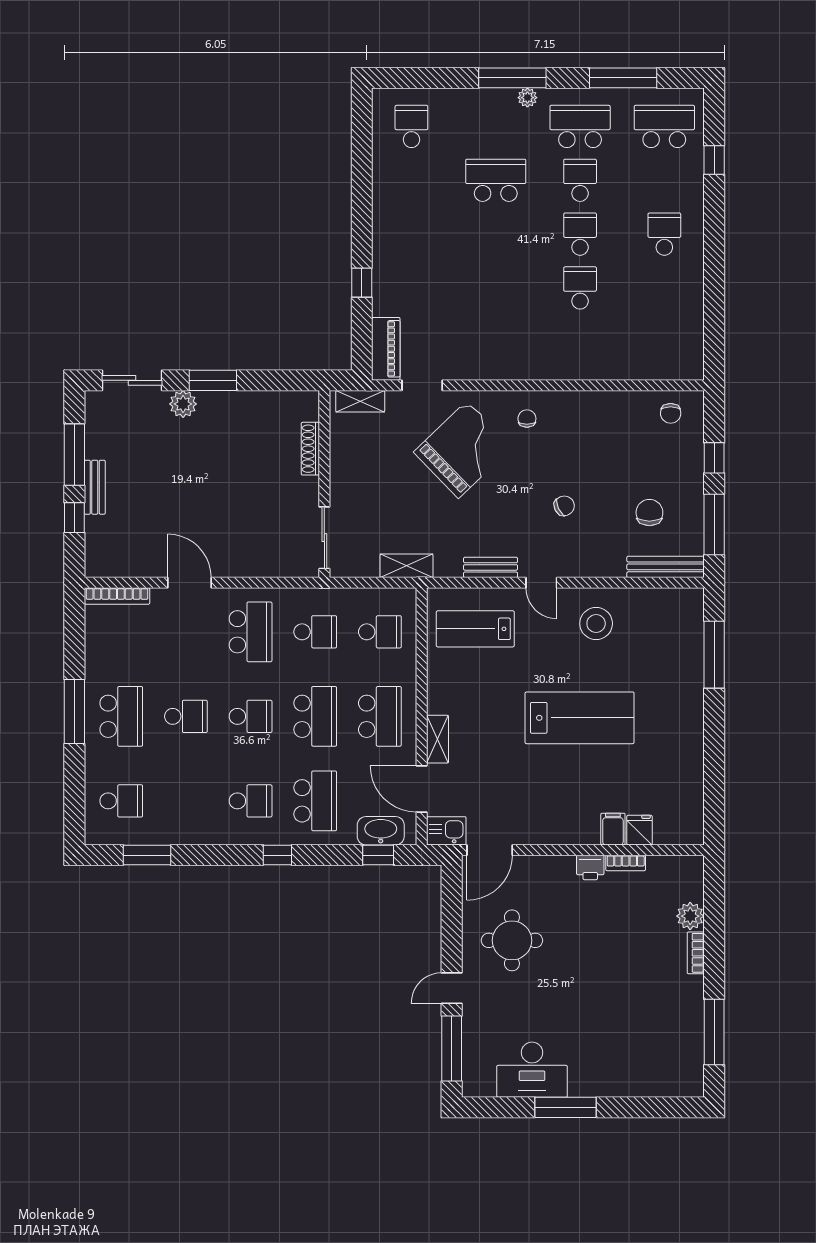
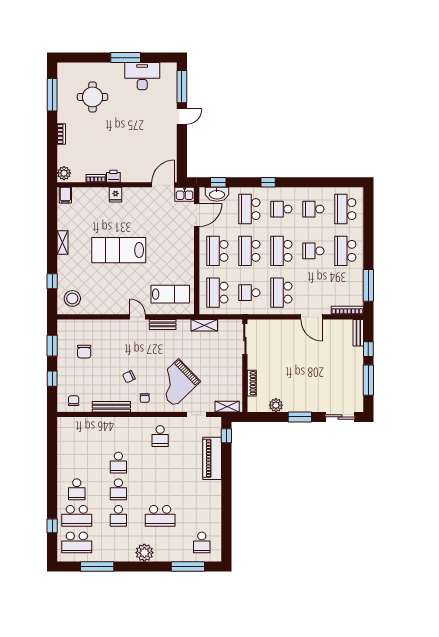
window: (512, 78) -> (188, 566), moved
plant: (527, 98) -> (144, 553), width x1.87, depth x1.87
school desk: (580, 126) -> (77, 516), moved
window: (362, 283) -> (226, 436), moved
school desk: (496, 342) -> (160, 436), added
piano: (386, 349) -> (212, 458), moved, width x1.37, depth x1.33
plant: (183, 404) -> (276, 405), moved
bench: (95, 487) -> (358, 333), moved
chair: (564, 506) -> (129, 377), moved
window: (714, 525) -> (52, 346), width x0.69
bench: (666, 567) -> (111, 407), moved
stool: (596, 623) -> (72, 298), moved
school desk: (380, 632) -> (217, 293), width x1.85
window: (714, 655) -> (52, 281), width x0.46
window: (74, 712) -> (368, 285), moved
school desk: (251, 716) -> (281, 251), width x1.85
shelving: (438, 739) -> (62, 243), moved
door: (422, 789) -> (197, 215), hinge flipped
school desk: (121, 801) -> (345, 209), width x1.85
school desk: (186, 801) -> (313, 209), added
filing cabinet: (613, 829) -> (65, 195), moved
fridge: (639, 830) -> (116, 195), moved
window: (147, 855) -> (333, 182), removed
plant: (690, 916) -> (64, 173), moved
round table: (512, 940) -> (93, 97), moved

